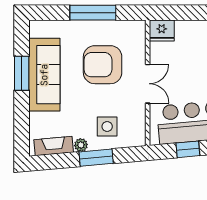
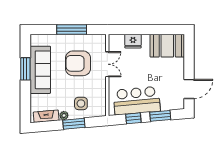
fridge: (162, 31) -> (133, 41), moved
double door: (148, 84) -> (107, 64), moved

